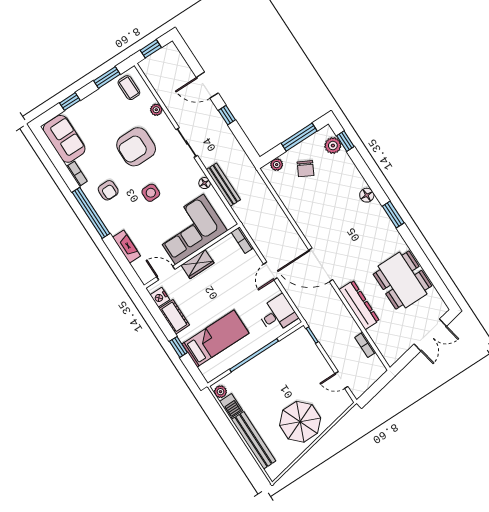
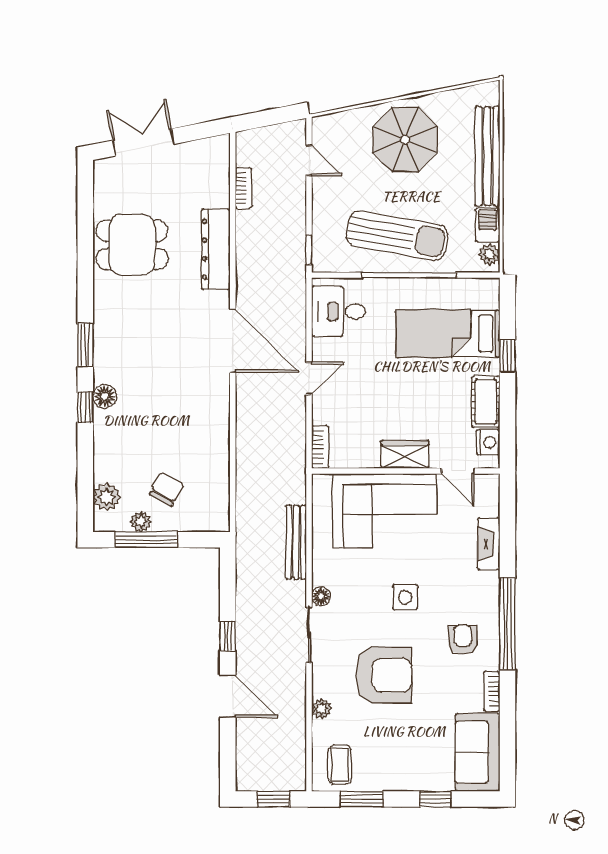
window: (345, 141) -> (85, 407), moved
plant: (277, 165) -> (141, 522), moved
floor lamp: (205, 183) -> (321, 596), moved
dining table: (402, 280) -> (132, 245), width x0.73
sun lounger: (273, 371) -> (397, 236), added

